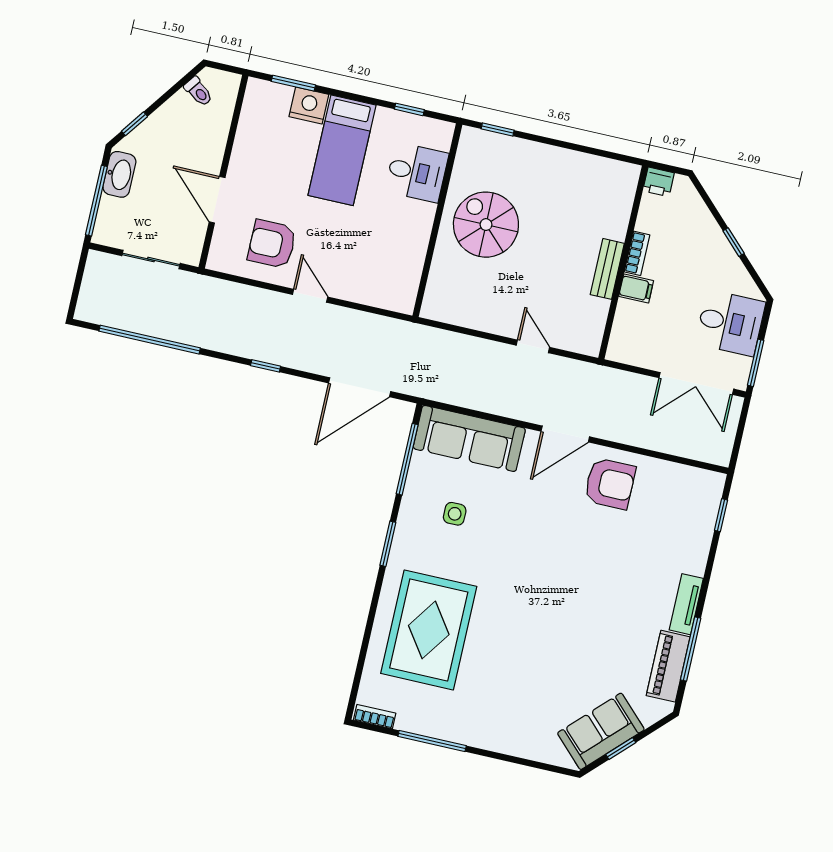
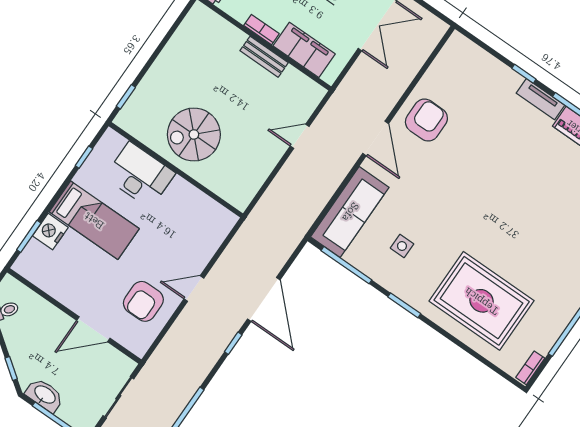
desk: (417, 172) -> (140, 175), width x1.37
filing cabinet: (636, 289) -> (304, 50), width x3.00, depth x1.17
door: (360, 387) -> (264, 299), moved
window: (721, 515) -> (524, 74), moved

